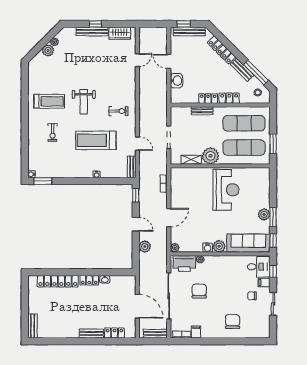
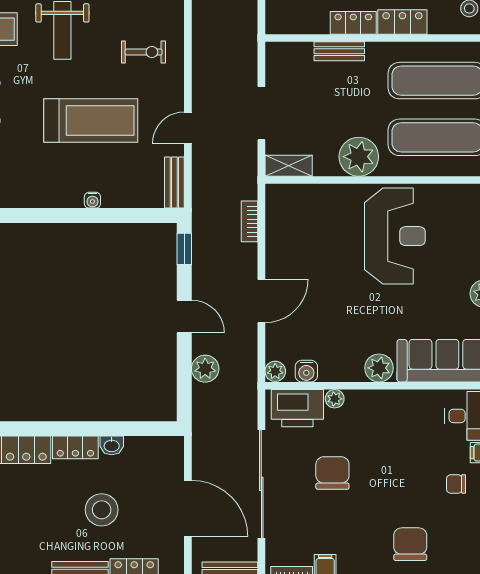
treadmill: (96, 140) -> (91, 120), turned 180
door: (137, 144) -> (188, 128), swing flipped
shelving: (191, 160) -> (289, 166), moved
water cooler: (208, 248) -> (306, 371), moved
stool: (100, 307) -> (102, 510), added

